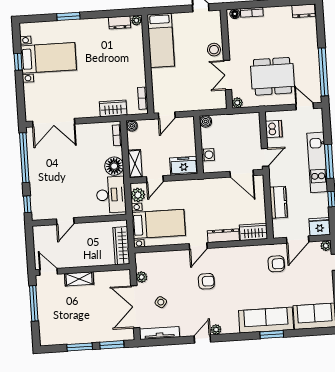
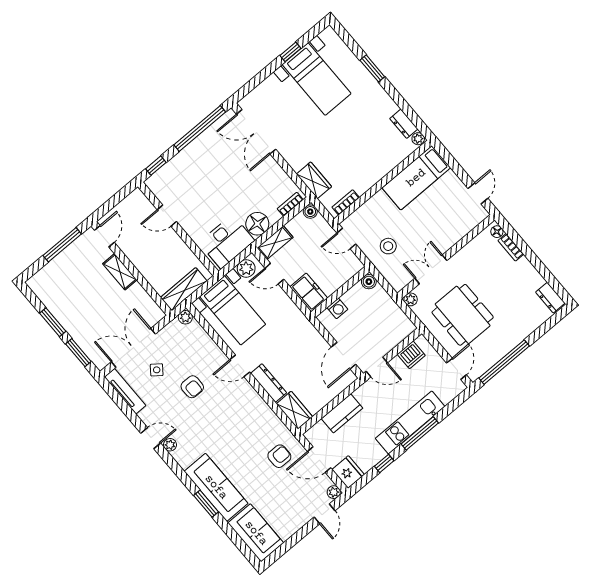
stool: (214, 50) -> (388, 246), moved
armchair: (276, 264) -> (279, 456), turned -90
plant: (142, 277) -> (185, 317), moved
armchair: (206, 281) -> (192, 387), moved

